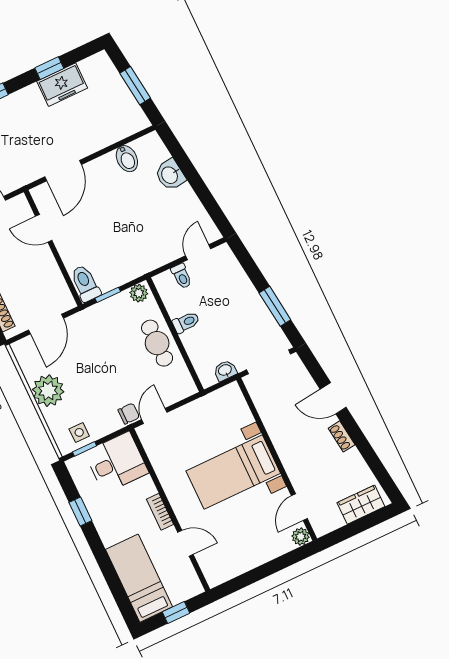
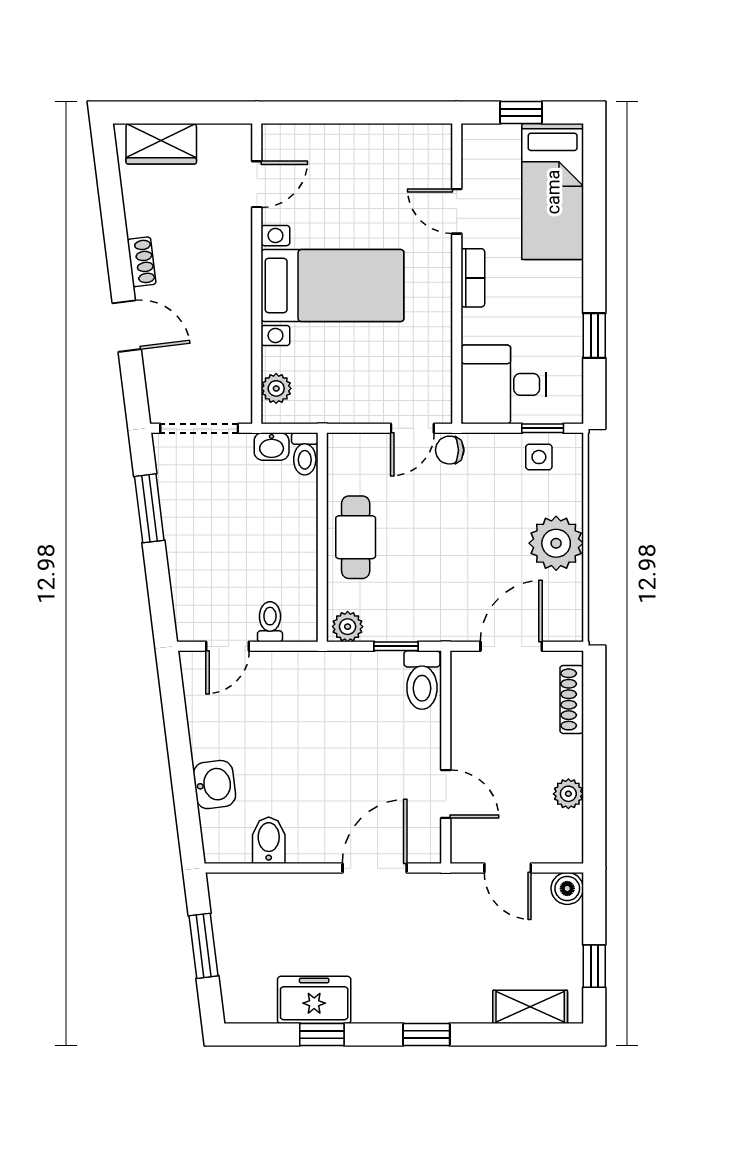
toilet: (186, 322) -> (305, 454), moved, turned -90
plant: (301, 537) -> (276, 388), moved

